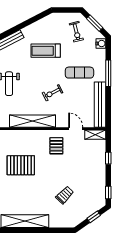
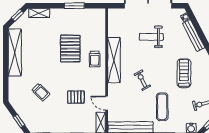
door: (76, 129) -> (107, 103), swing flipped
trolley: (31, 141) -> (95, 59), added
pallet: (56, 146) -> (76, 97), moved

